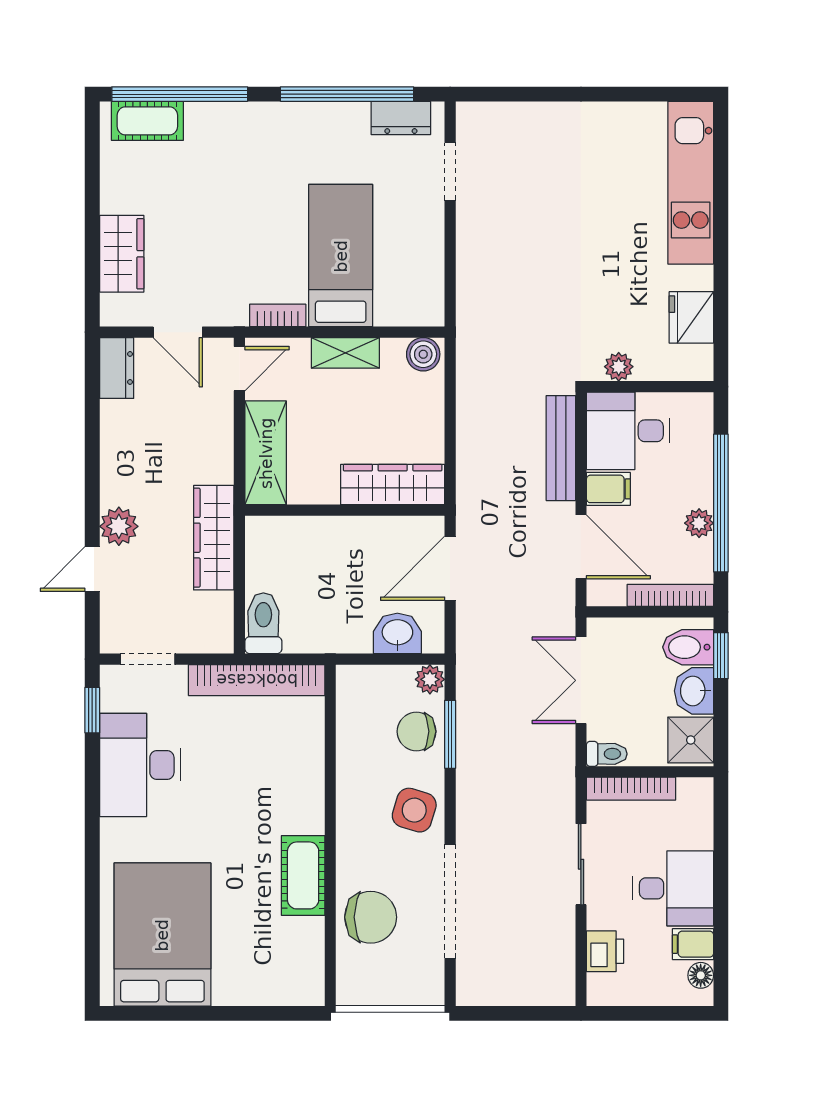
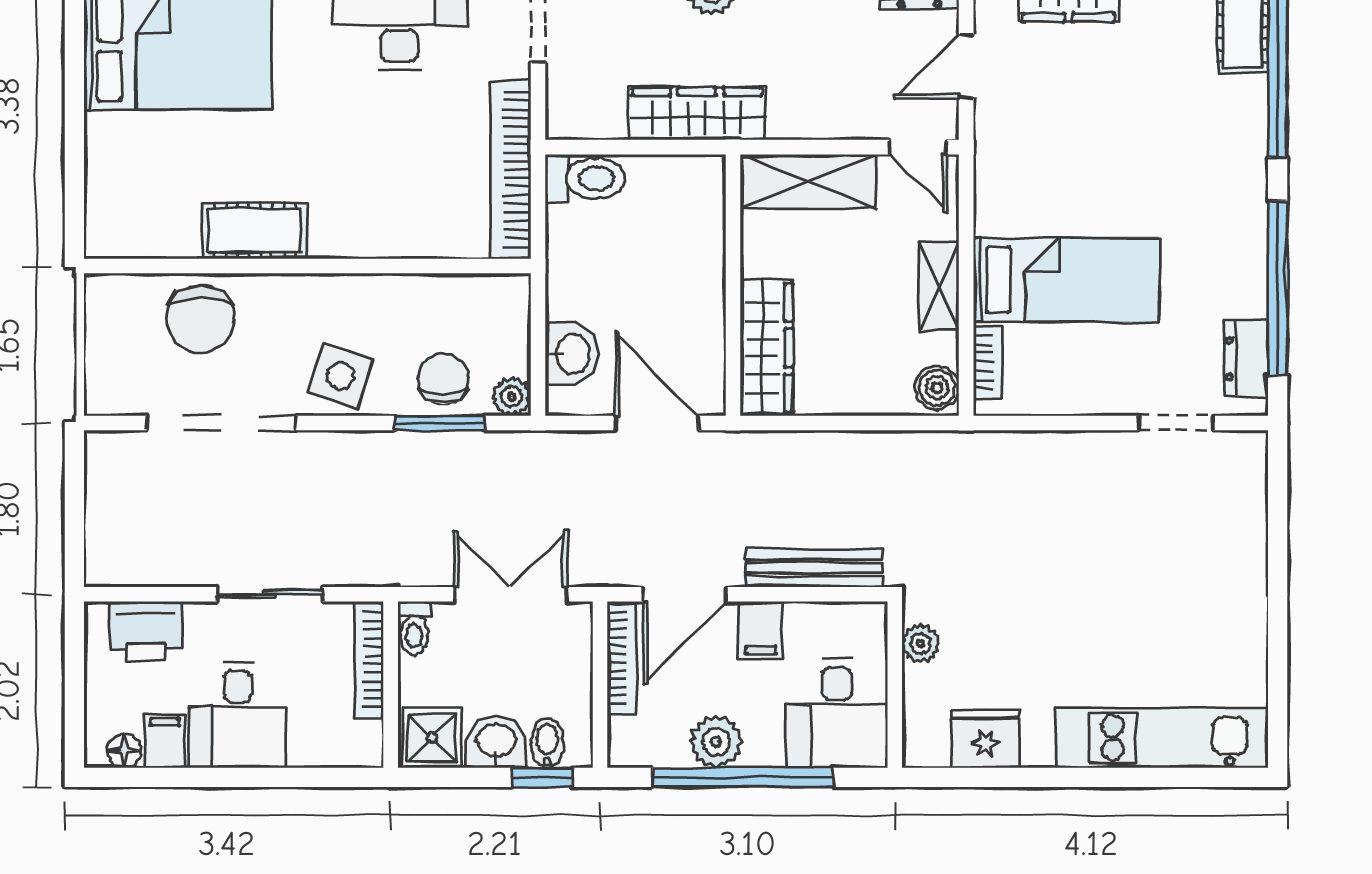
bookcase: (278, 315) -> (988, 362), moved
desk: (628, 431) -> (837, 713), moved, turned 180
plant: (699, 523) -> (716, 742), width x1.38, depth x1.38
bookcase: (670, 595) -> (621, 658), moved
bidet: (688, 647) -> (547, 743), width x0.72, depth x0.74
printer: (605, 951) -> (146, 631), width x1.36, depth x1.24

